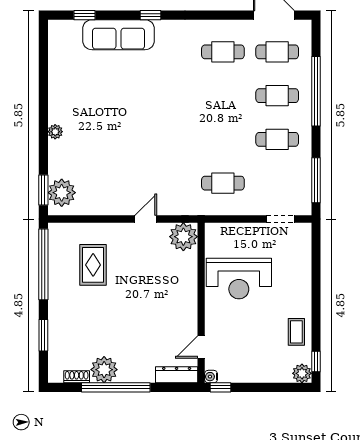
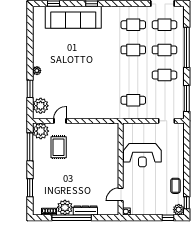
sofa: (118, 35) -> (73, 17), width x1.36, depth x1.27
cafe table: (223, 96) -> (133, 50), added
window: (43, 190) -> (30, 89), moved
door: (146, 219) -> (60, 121), moved
plant: (183, 237) -> (41, 131), moved
window: (43, 264) -> (30, 147), width x0.68
dresser: (177, 375) -> (85, 210), moved
window: (221, 387) -> (168, 218), moved

